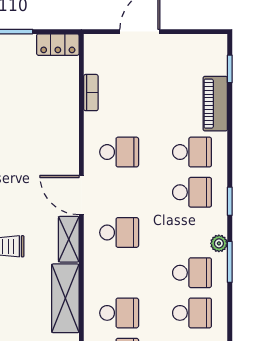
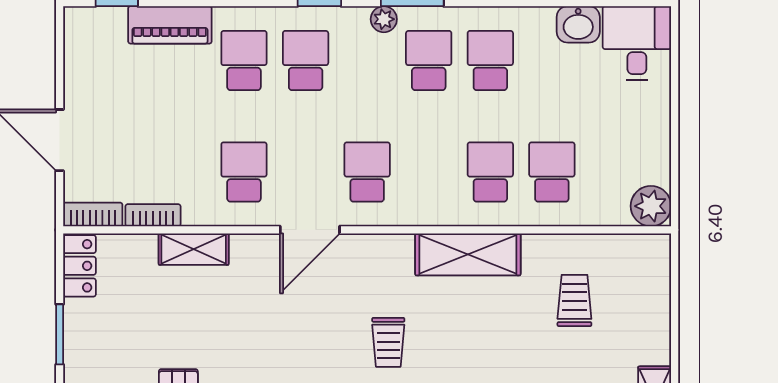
bookcase: (91, 53) -> (93, 214), added
shelving: (69, 239) -> (194, 249), moved

